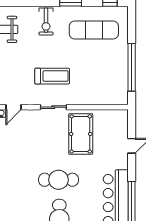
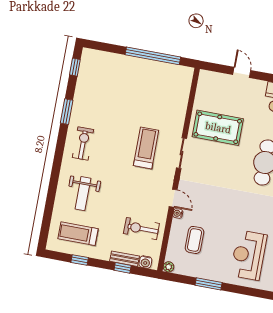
exercise bike: (46, 22) -> (83, 143), turned -90
exercise mat: (94, 30) -> (103, 91), removed

